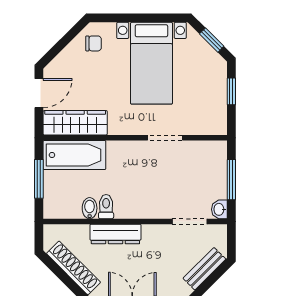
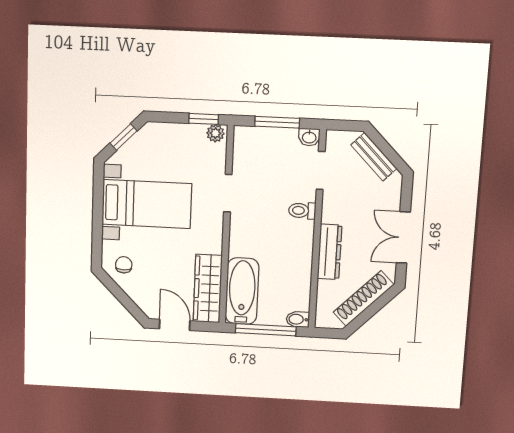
window: (231, 91) -> (204, 119), moved
plant: (219, 124) -> (215, 133), added
window: (39, 179) -> (266, 330), width x1.44
toilet: (106, 207) -> (302, 211), moved
bidet: (90, 208) -> (298, 319), moved

